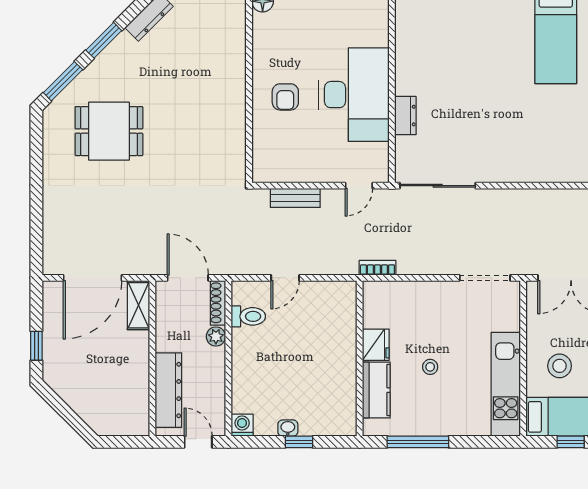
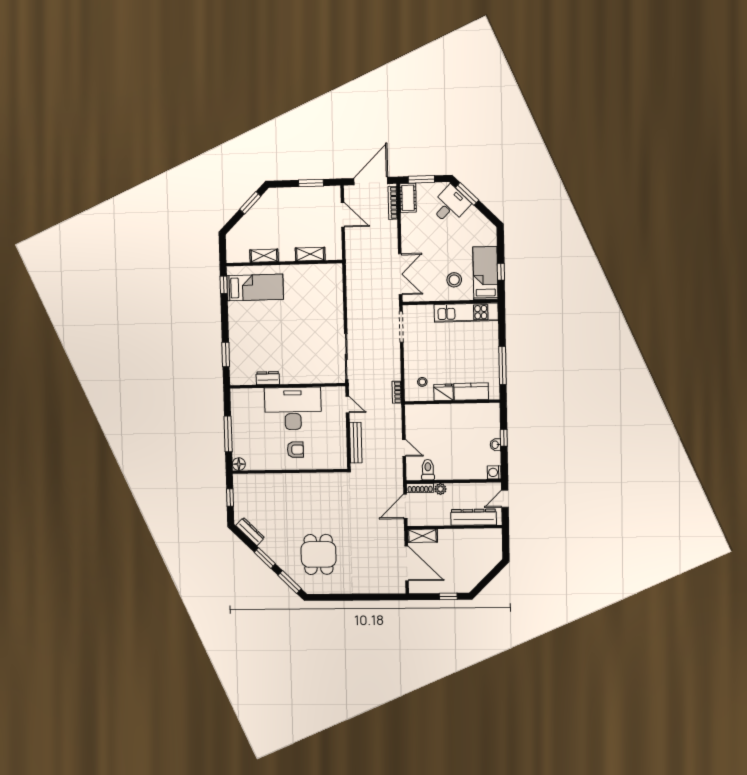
dresser: (405, 116) -> (268, 378), moved
bench: (295, 198) -> (356, 443), width x1.36
stool: (430, 367) -> (422, 382), moved

